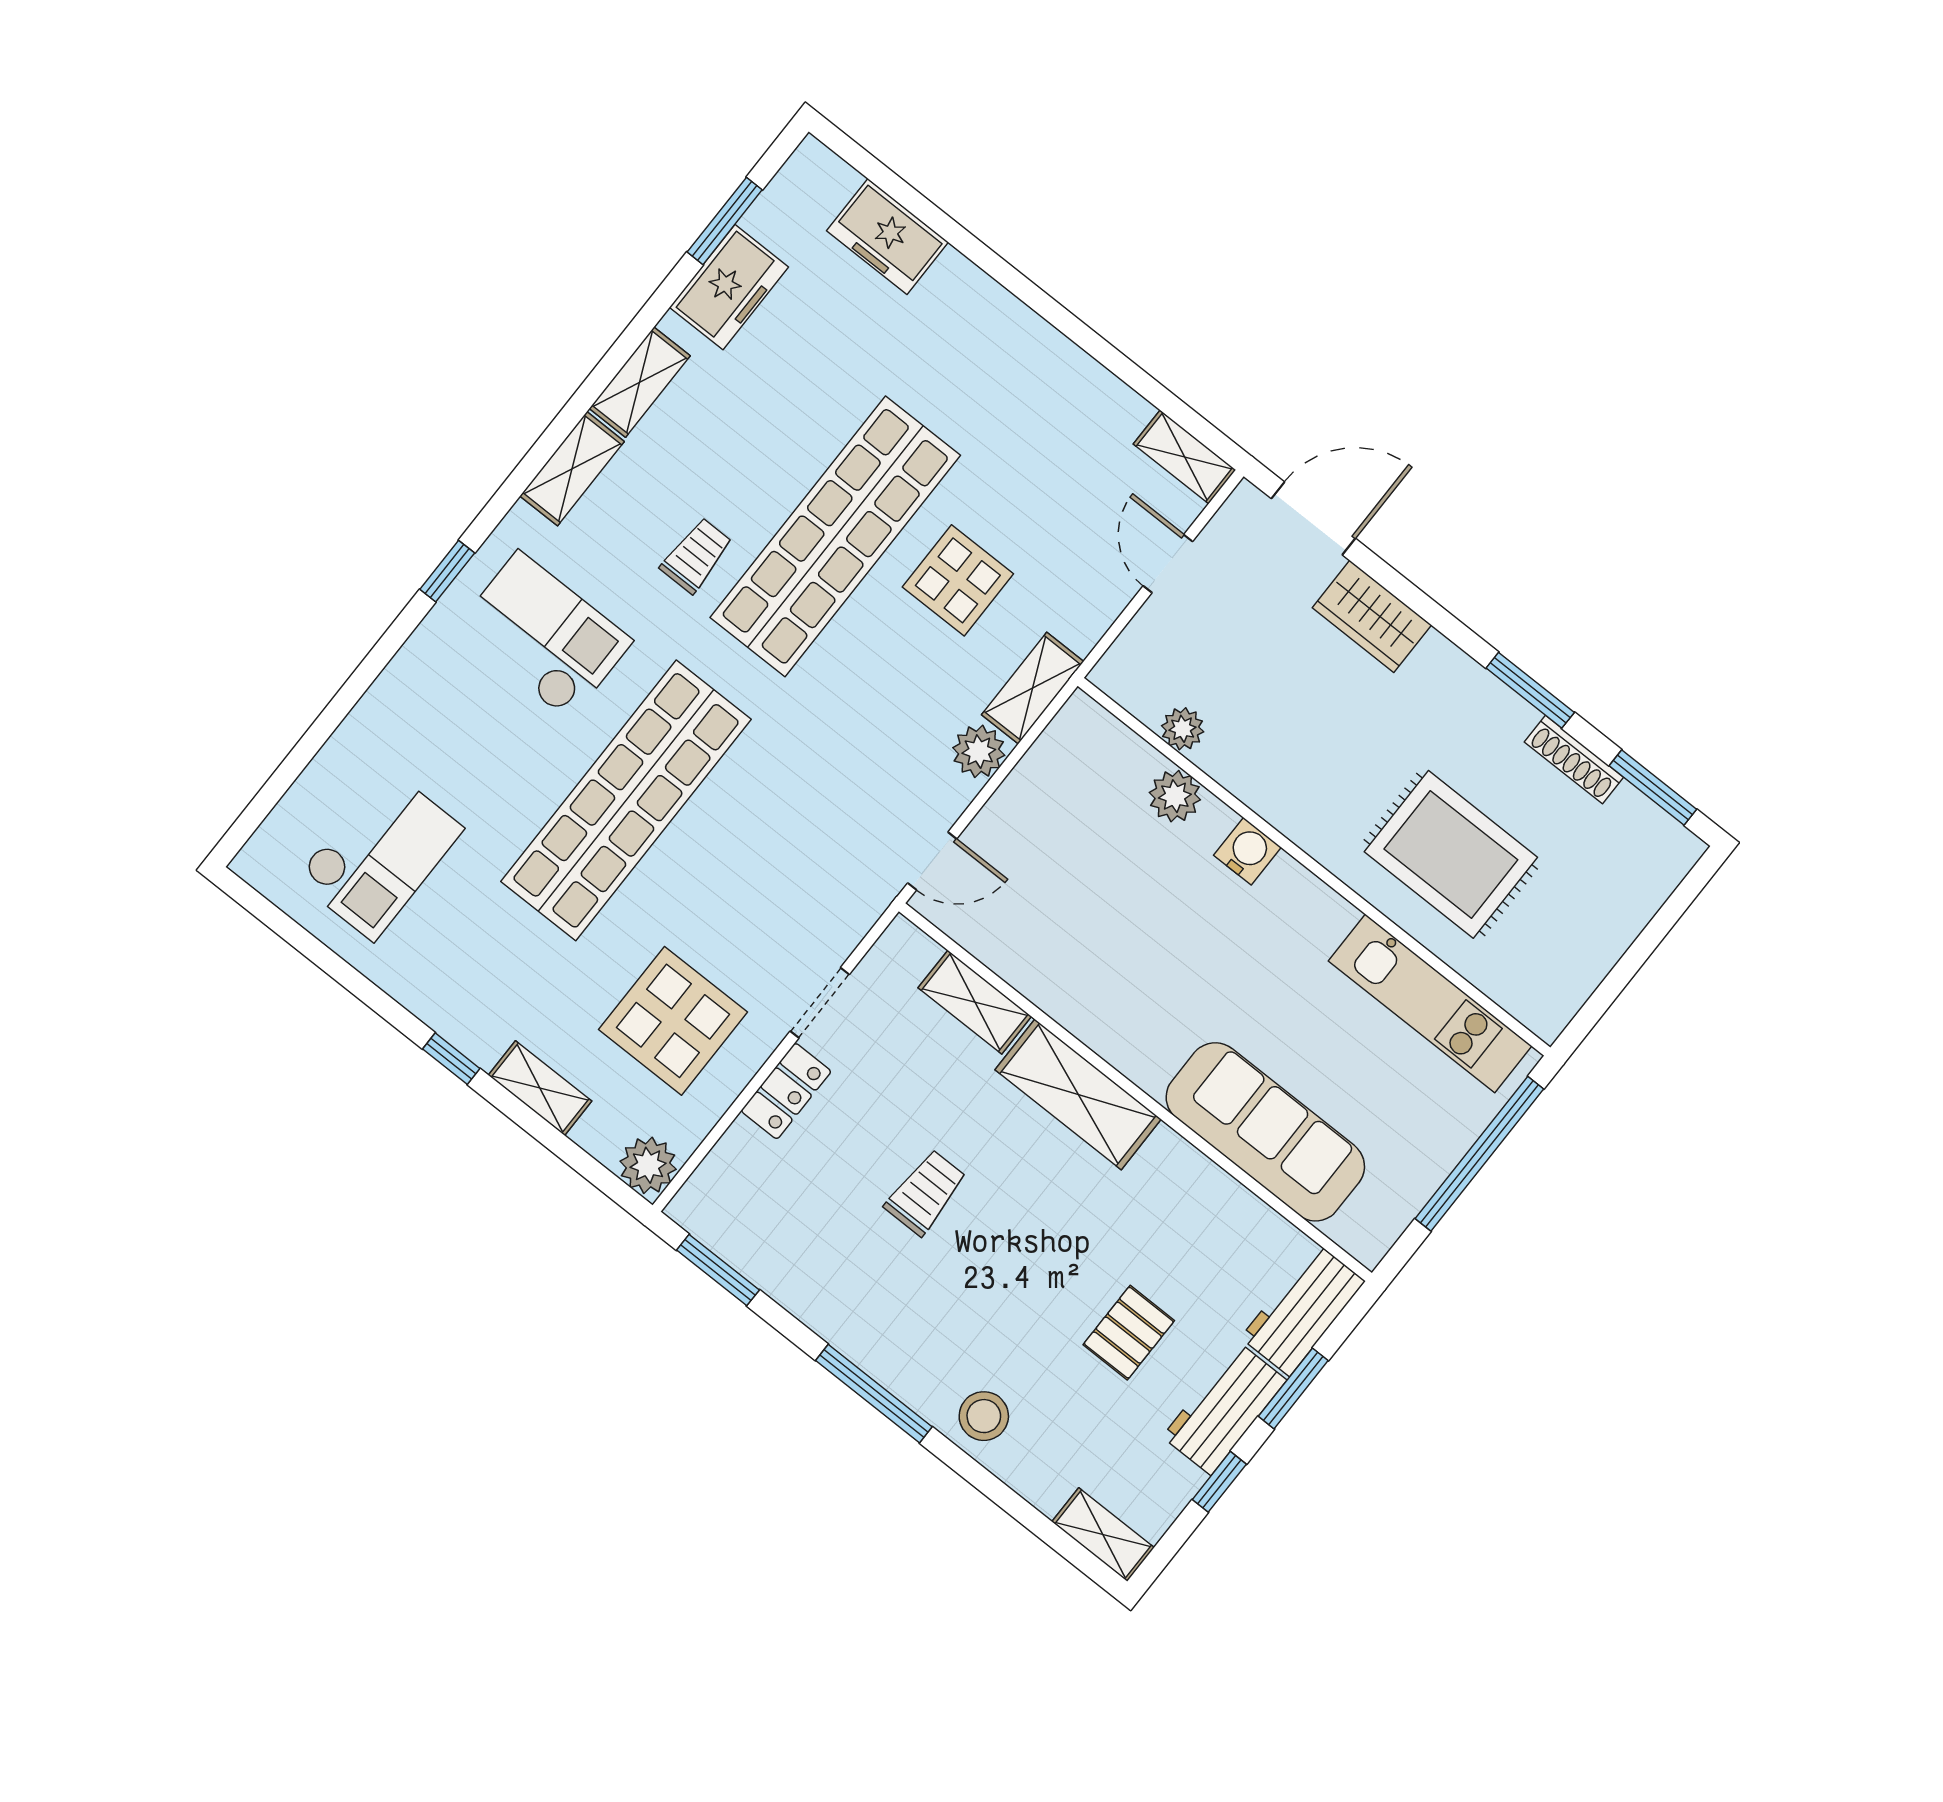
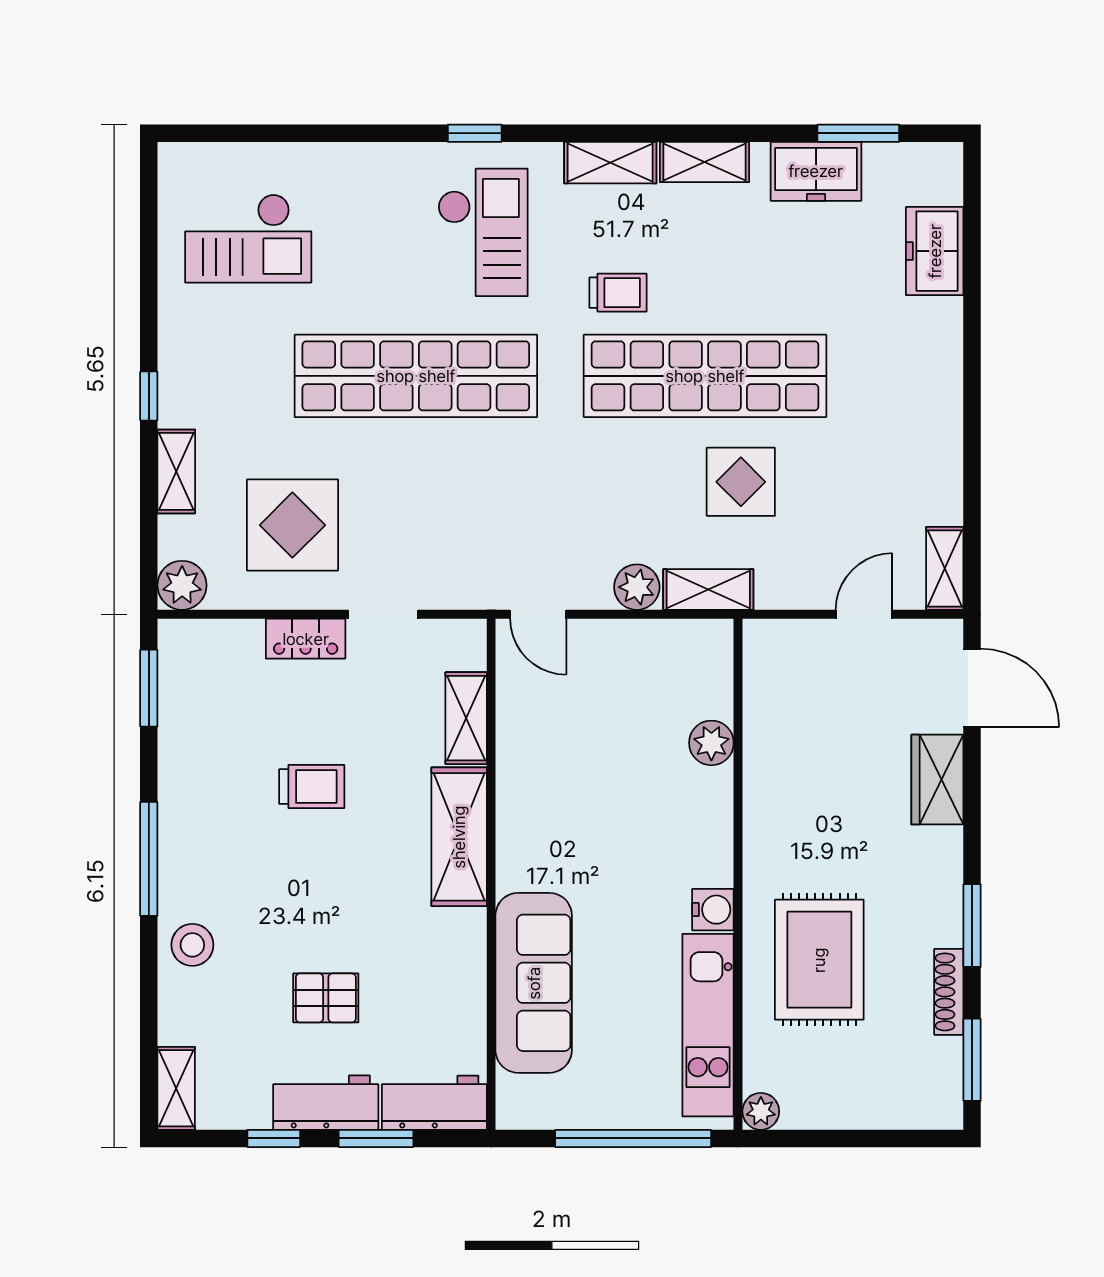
plant: (1183, 729) -> (761, 1111), moved
water cooler: (1247, 851) -> (713, 910), moved

